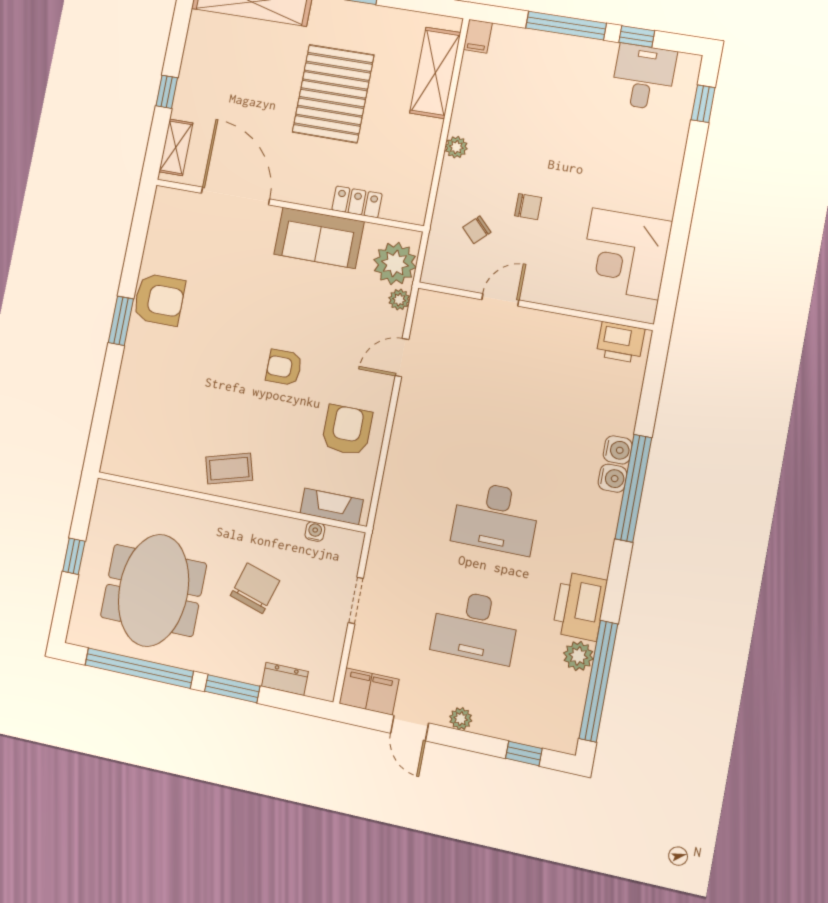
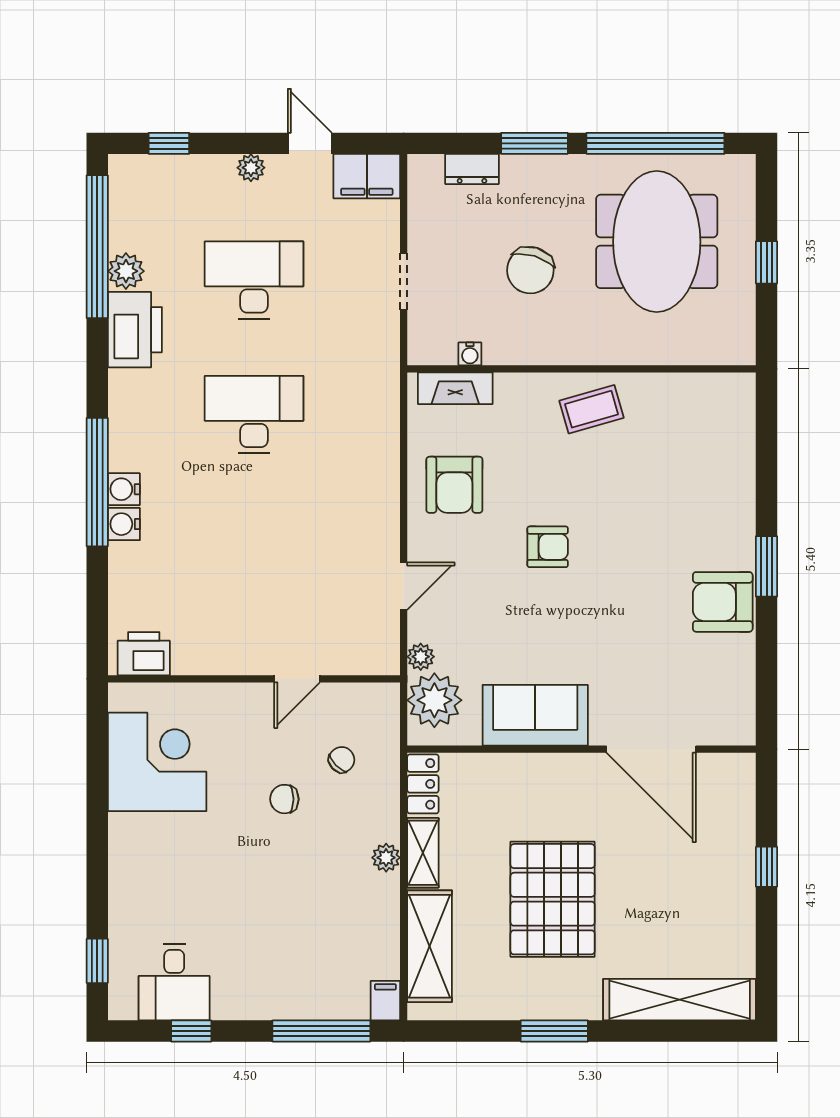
window: (566, 26) -> (321, 1031), moved
shelving: (176, 147) -> (423, 853), moved
locker: (357, 202) -> (423, 784), moved, turned -90

